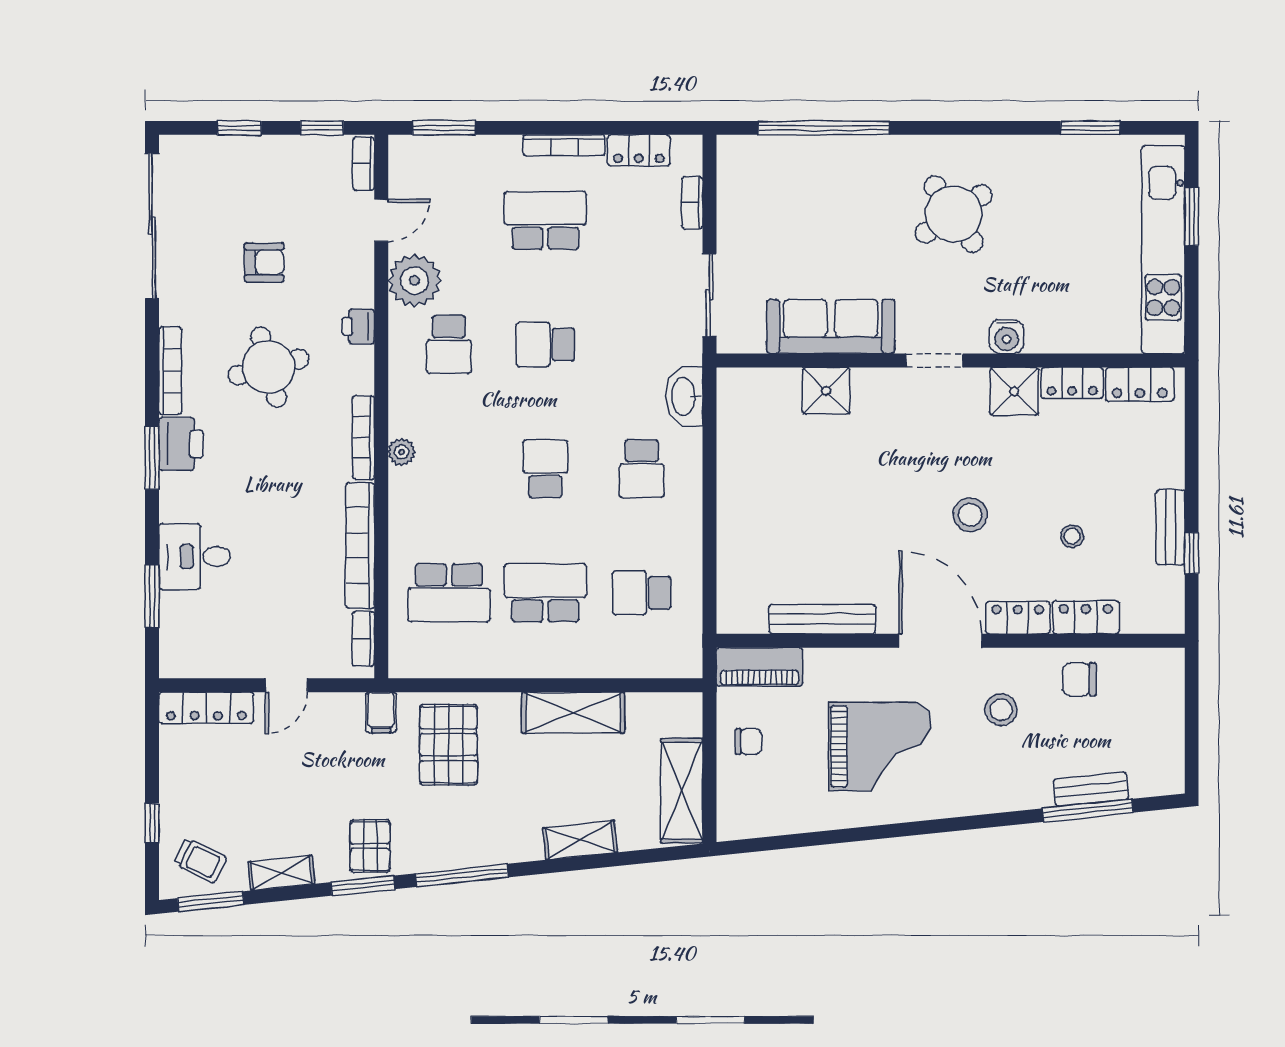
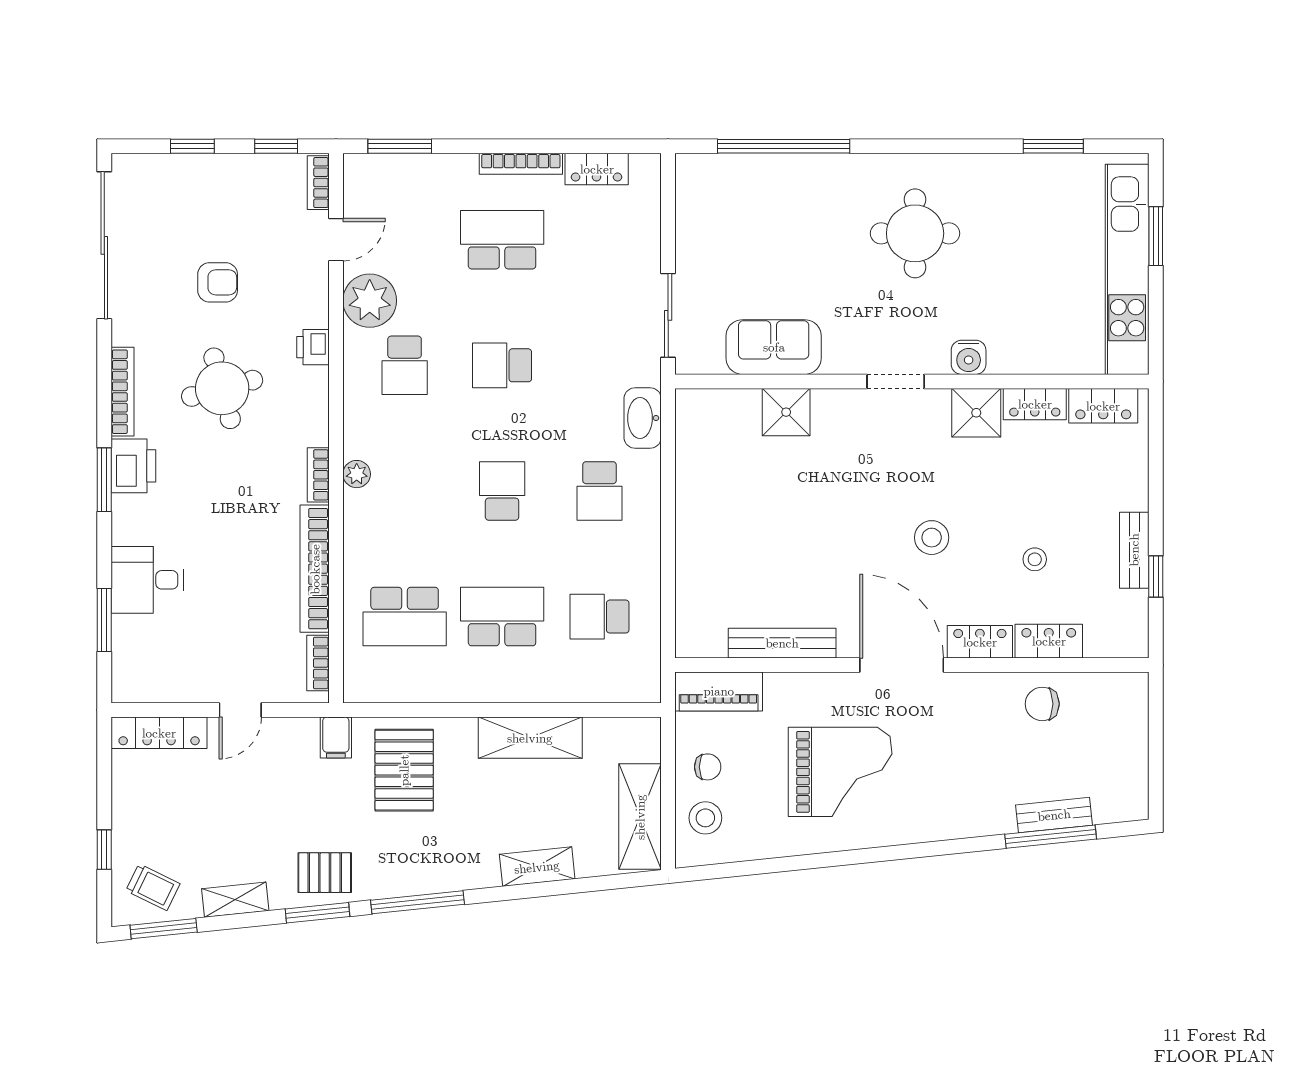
bookcase: (692, 203) -> (651, 222), removed
round table: (954, 214) -> (915, 233), turned 34
sofa: (831, 326) -> (774, 347), width x0.73
bookcase: (364, 438) -> (318, 475), width x0.64
stool: (1001, 710) -> (705, 818), moved
pallet: (370, 846) -> (325, 873), turned 90

